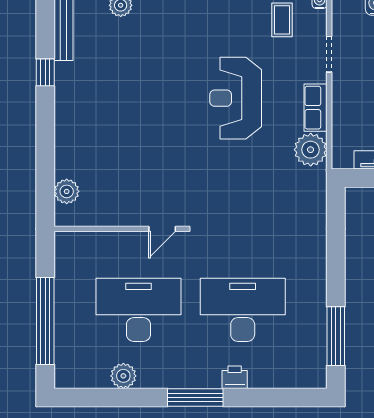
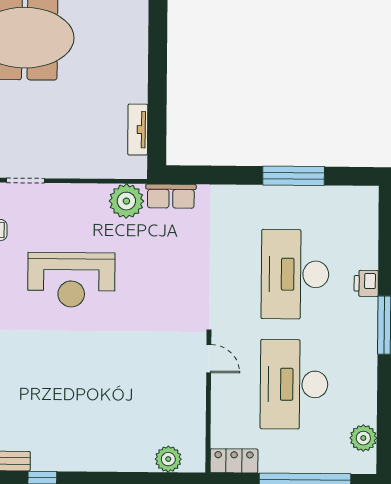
row of seats: (316, 108) -> (171, 196), moved
locker: (66, 254) -> (234, 461), added
window: (336, 336) -> (294, 176), moved
plant: (123, 376) -> (363, 438), moved

